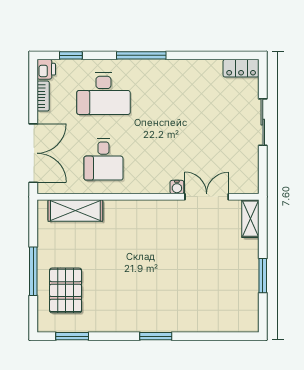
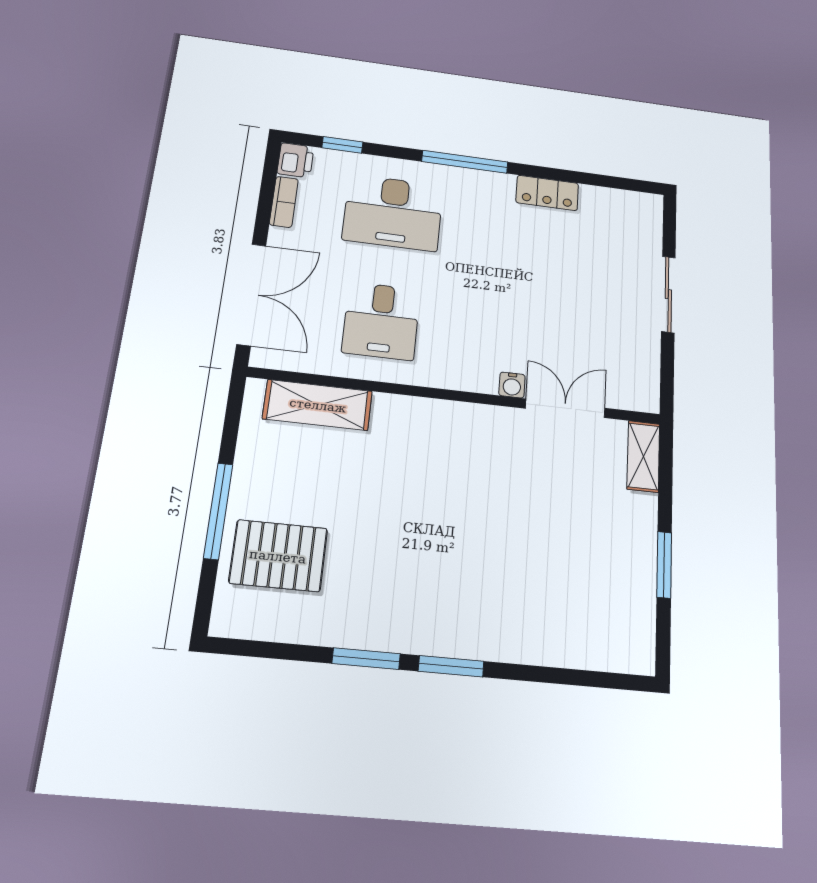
locker: (241, 68) -> (547, 193), moved
pallet: (66, 290) -> (278, 556), turned 90
window: (72, 336) -> (366, 659), moved

